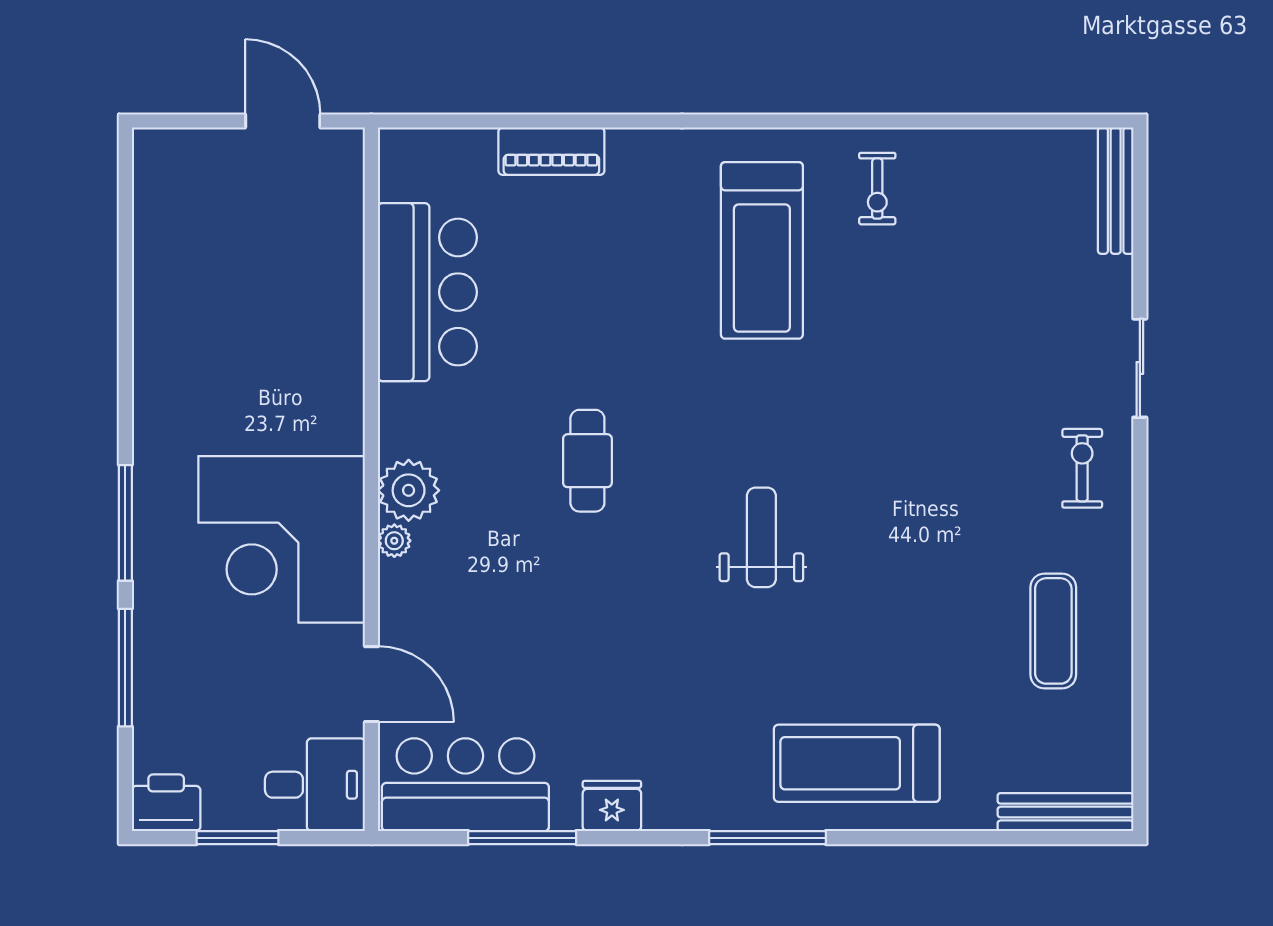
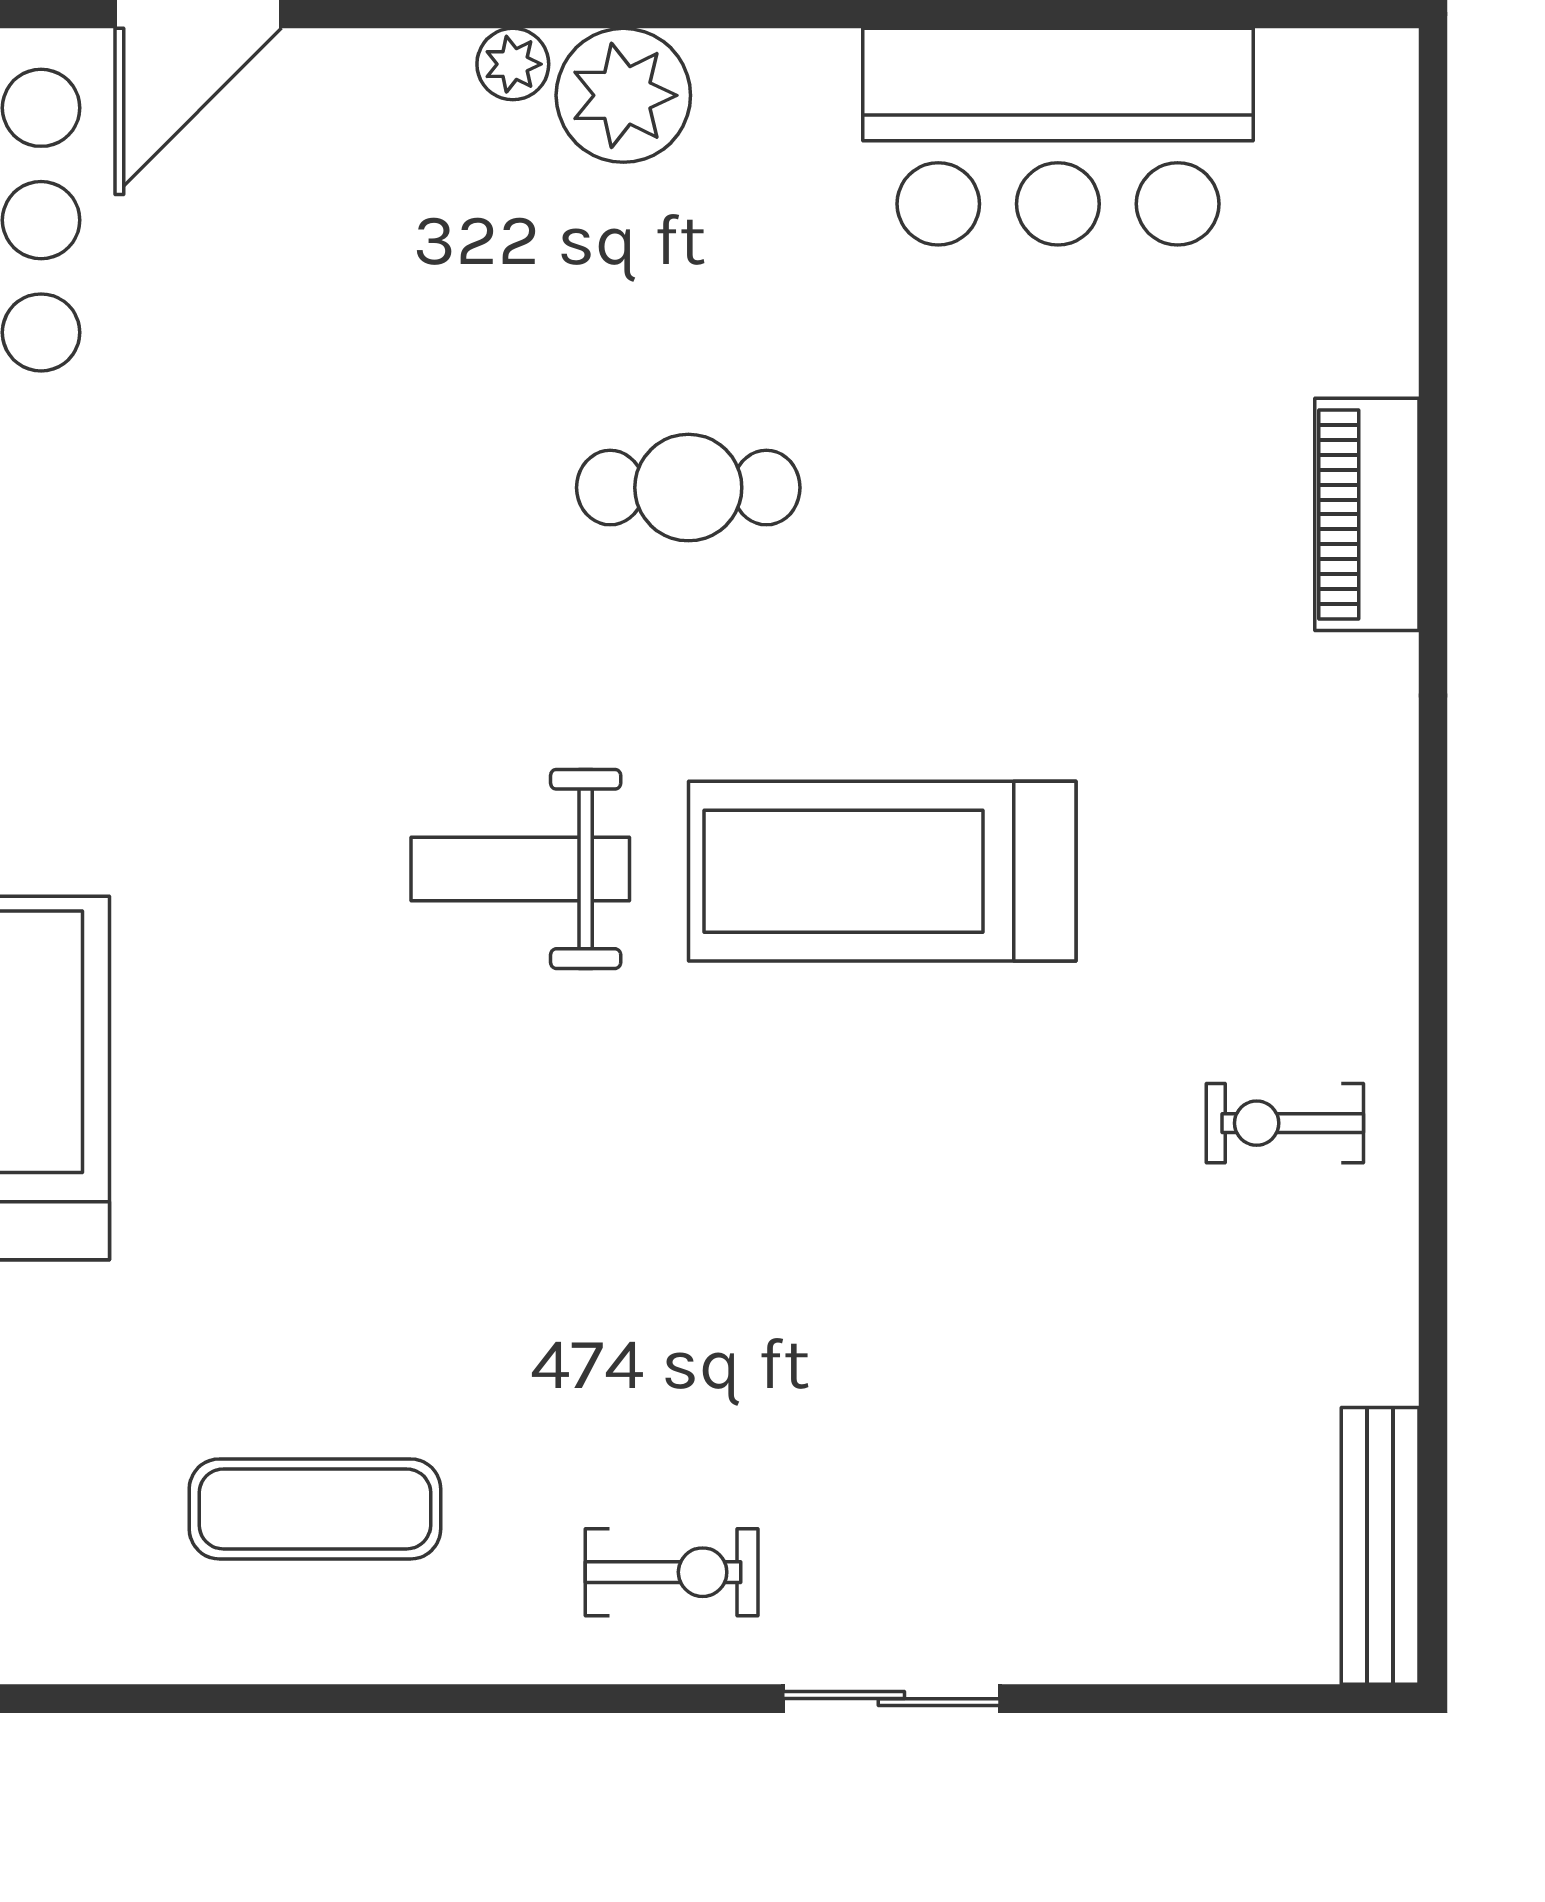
piano: (551, 151) -> (1367, 514), moved
bench: (1116, 191) -> (1380, 1546), moved, turned 90
treadmill: (762, 250) -> (882, 871), moved
weight bench: (761, 537) -> (520, 869), turned 180

